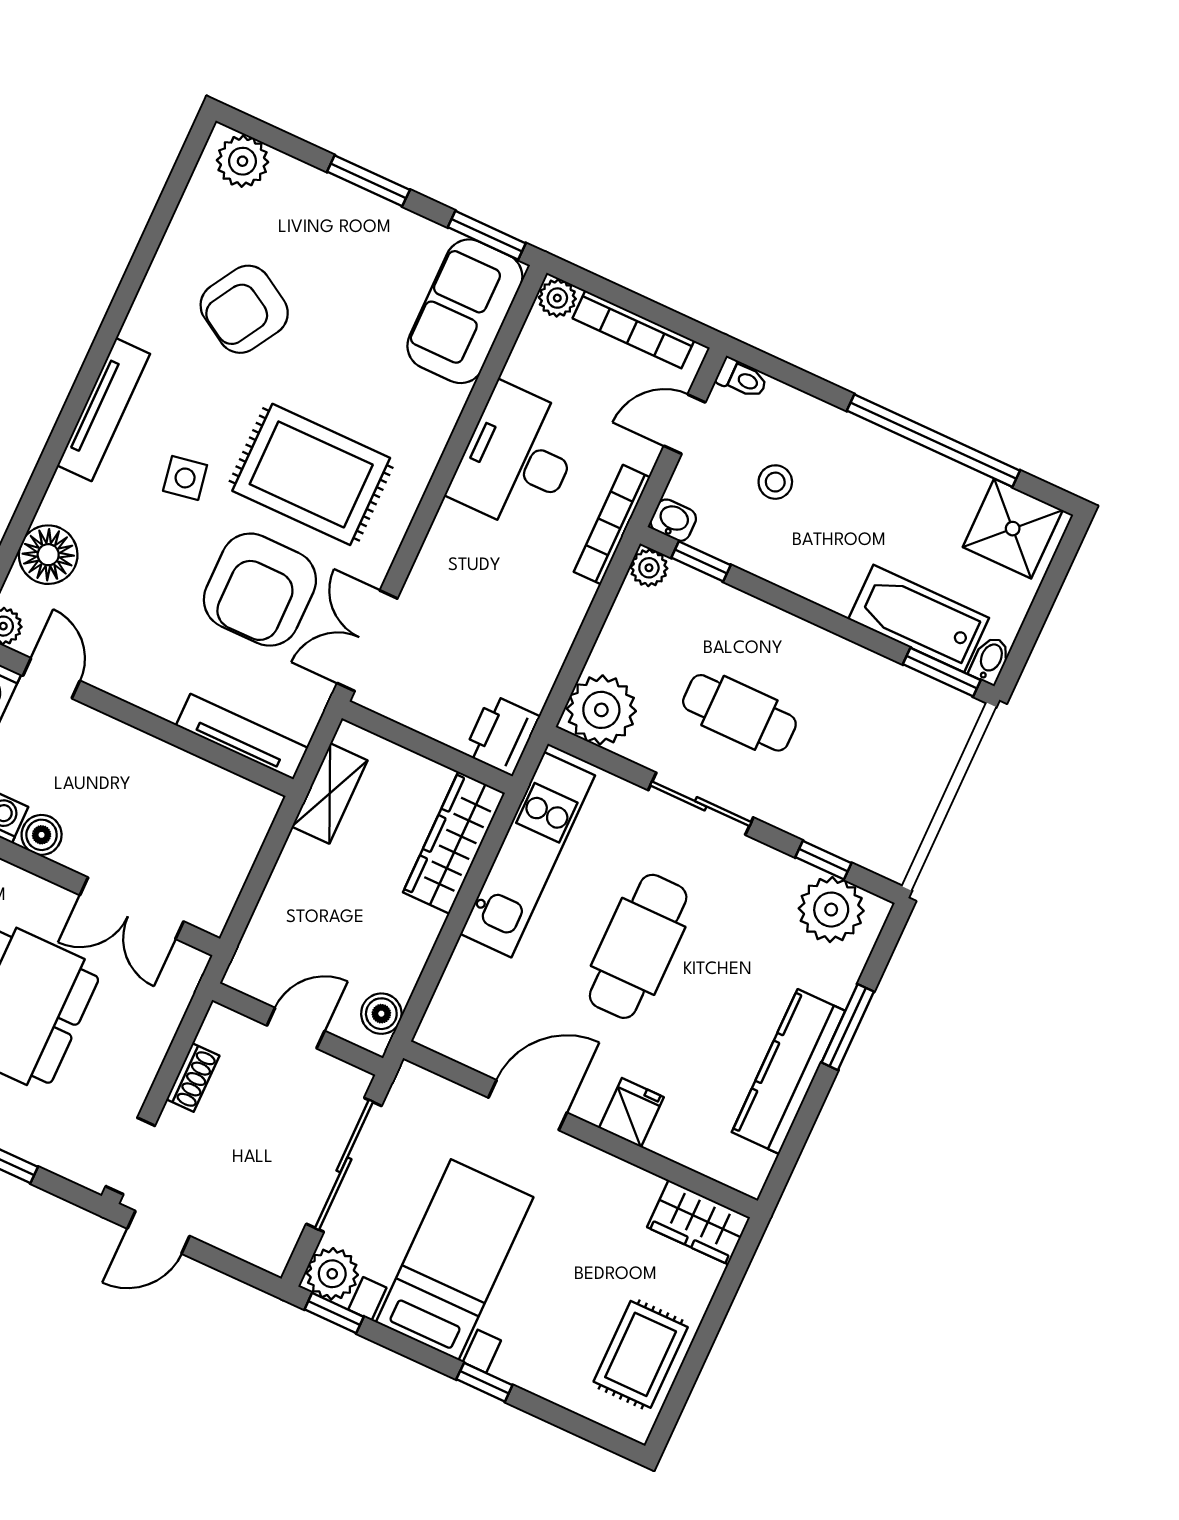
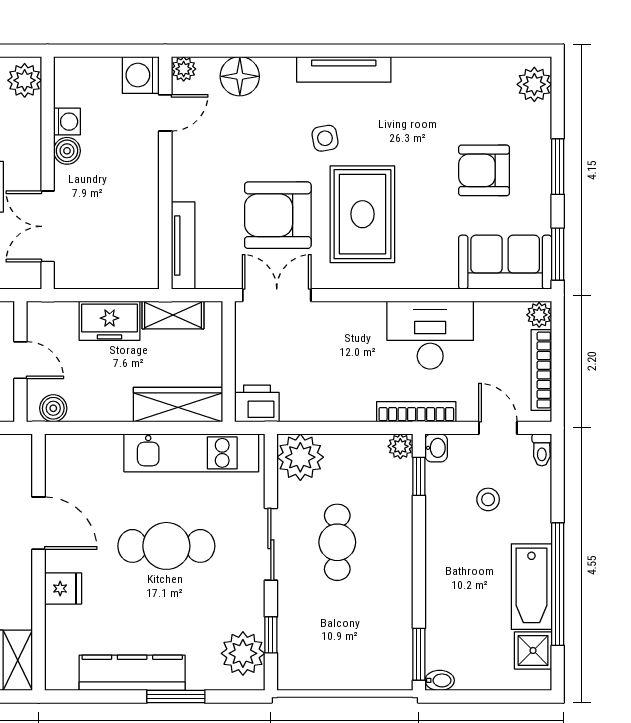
armchair: (244, 309) -> (484, 170), moved, turned -31
shower: (1013, 529) -> (533, 650), width x0.73, depth x0.73
bathtub: (919, 618) -> (531, 587), moved, turned 180
freezer: (298, 883) -> (110, 321), added

